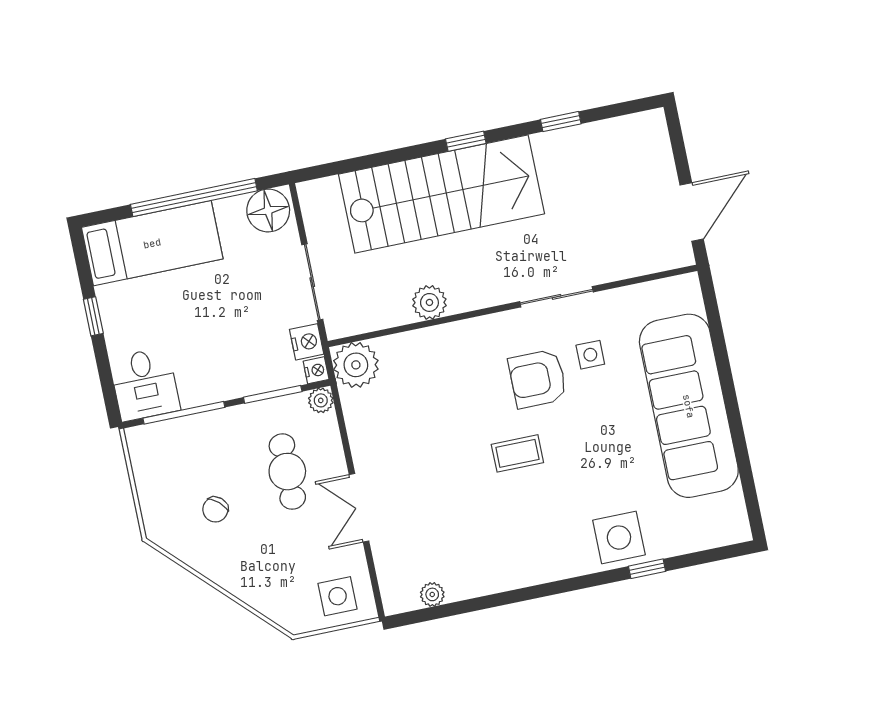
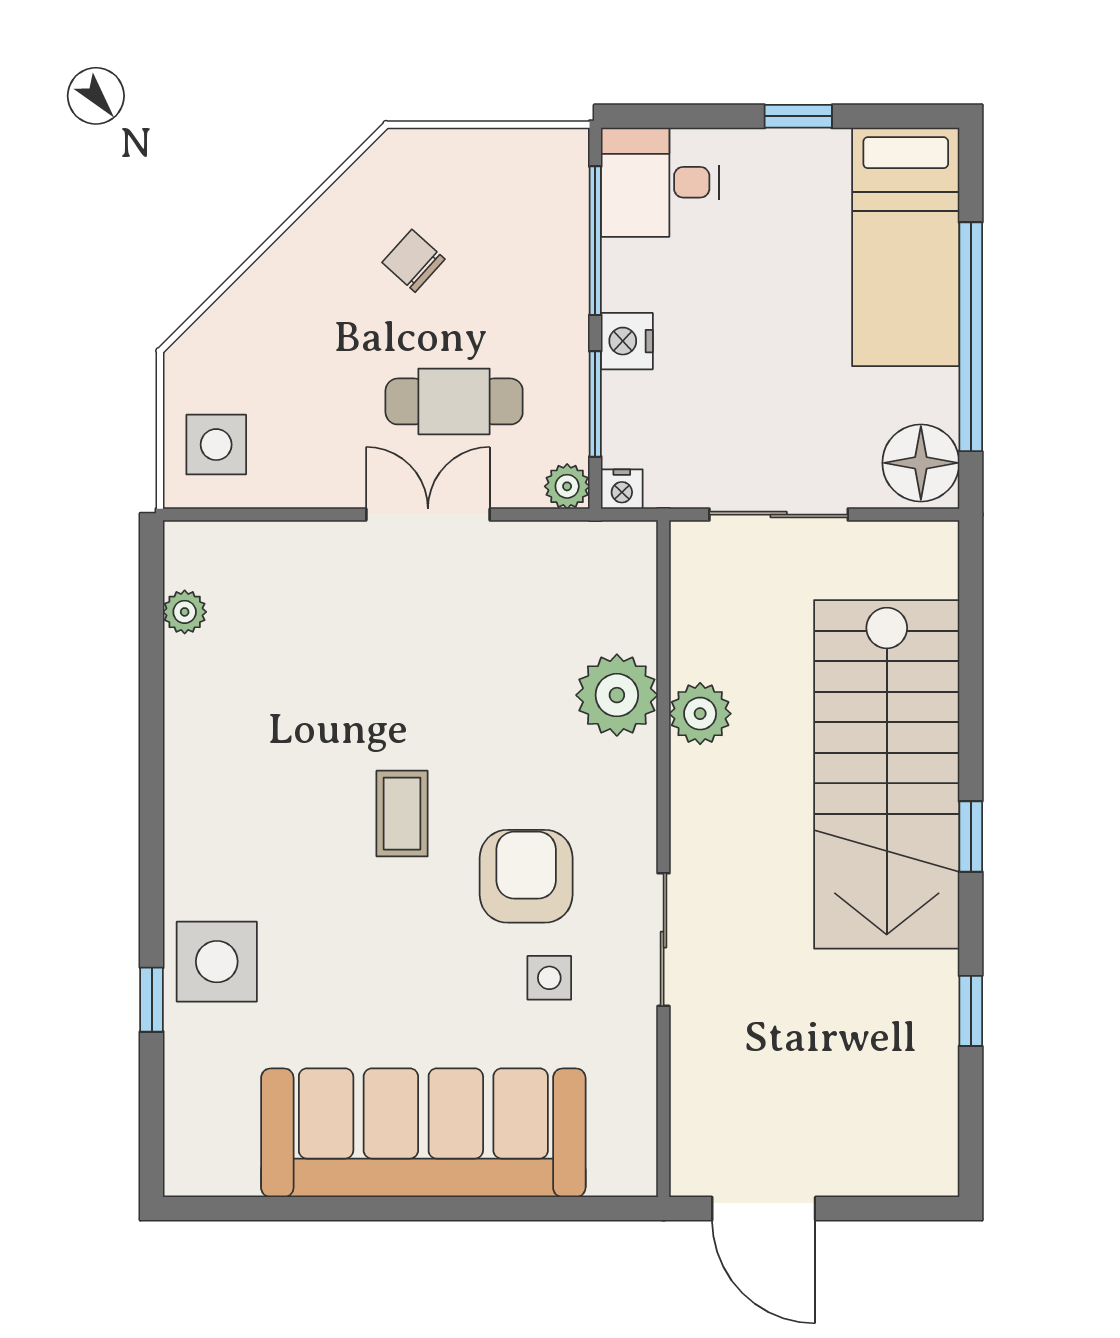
nightstand: (307, 342) -> (627, 341), moved, turned 90
plant: (356, 365) -> (617, 695), moved
double door: (359, 508) -> (428, 515), moved

